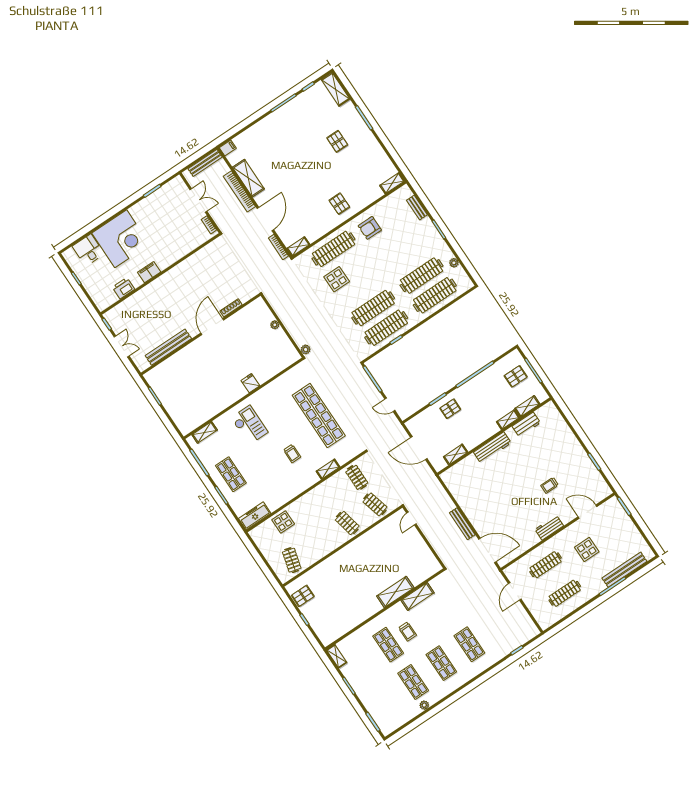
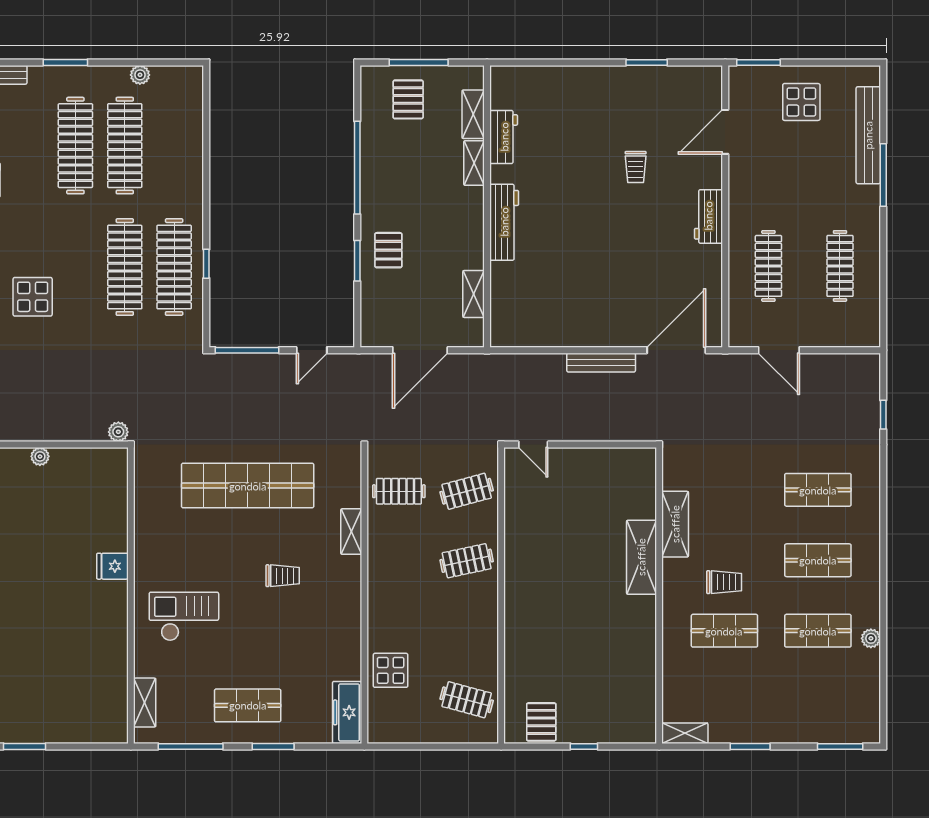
clothes rail: (435, 295) -> (75, 146), moved
display table: (587, 550) -> (801, 102), moved

